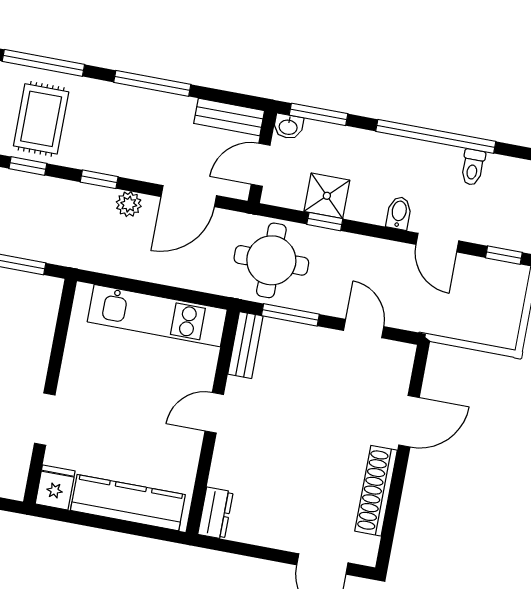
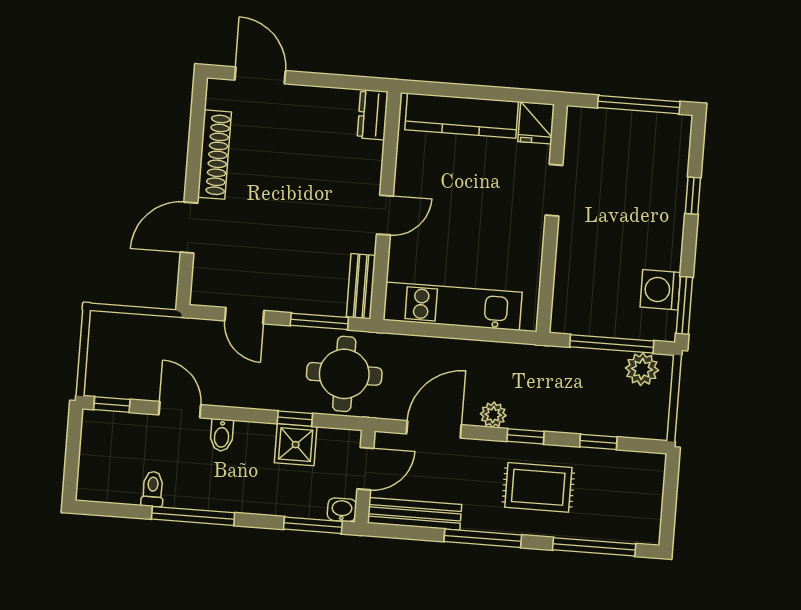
bench: (229, 117) -> (415, 514), width x1.36
rug: (41, 119) -> (538, 487), moved, turned 90
window: (436, 136) -> (193, 516), width x0.68

